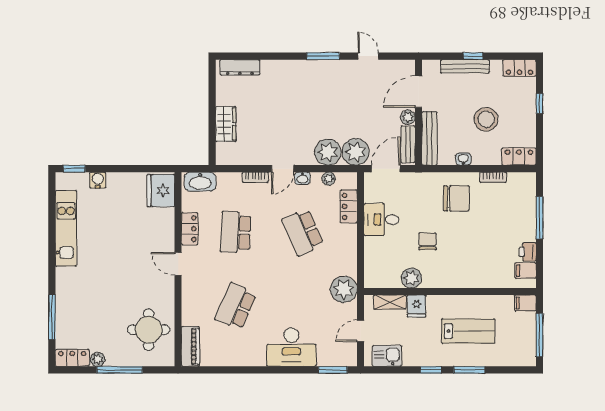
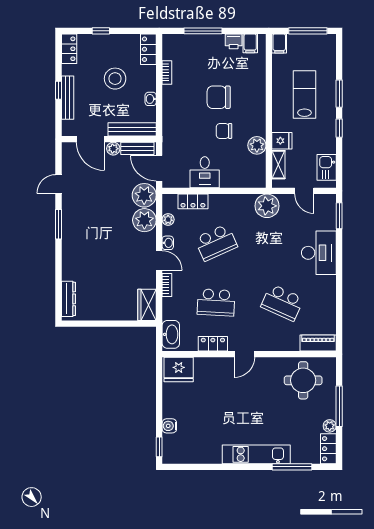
wardrobe: (226, 124) -> (147, 305), moved, turned -90
chair: (456, 198) -> (219, 97), moved, turned -90
kitchen unit: (66, 228) -> (256, 454), moved

